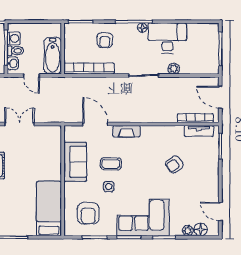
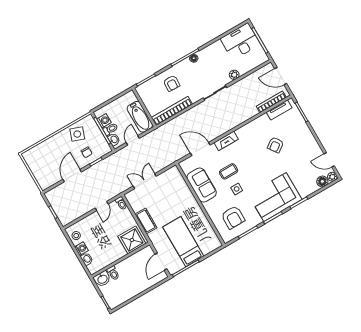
desk: (167, 38) -> (240, 41), moved
door: (31, 76) -> (133, 140), swing flipped
bed: (49, 209) -> (183, 242), moved
plant: (188, 231) -> (332, 177), moved

